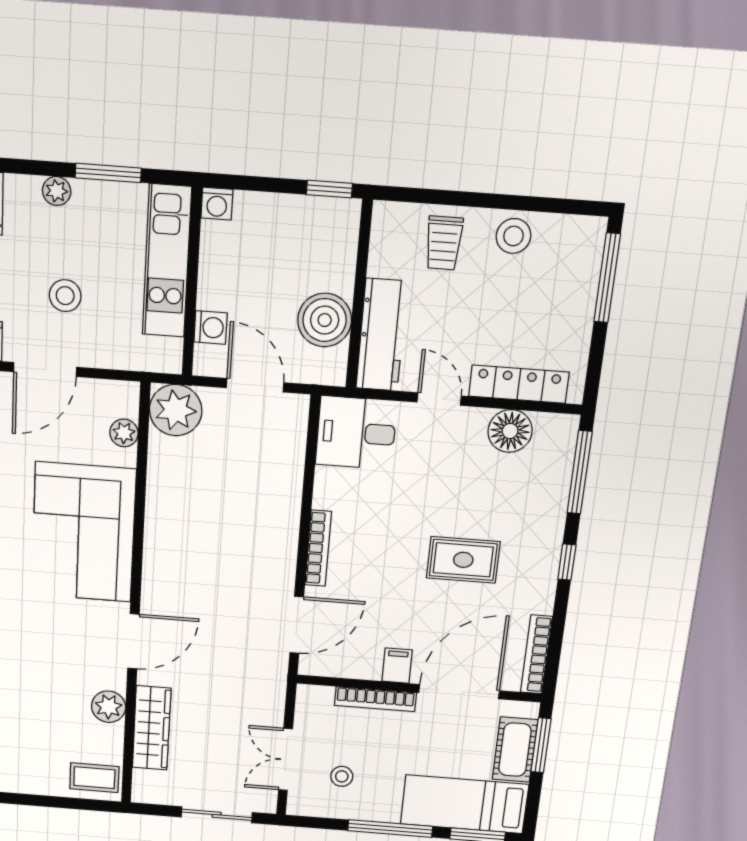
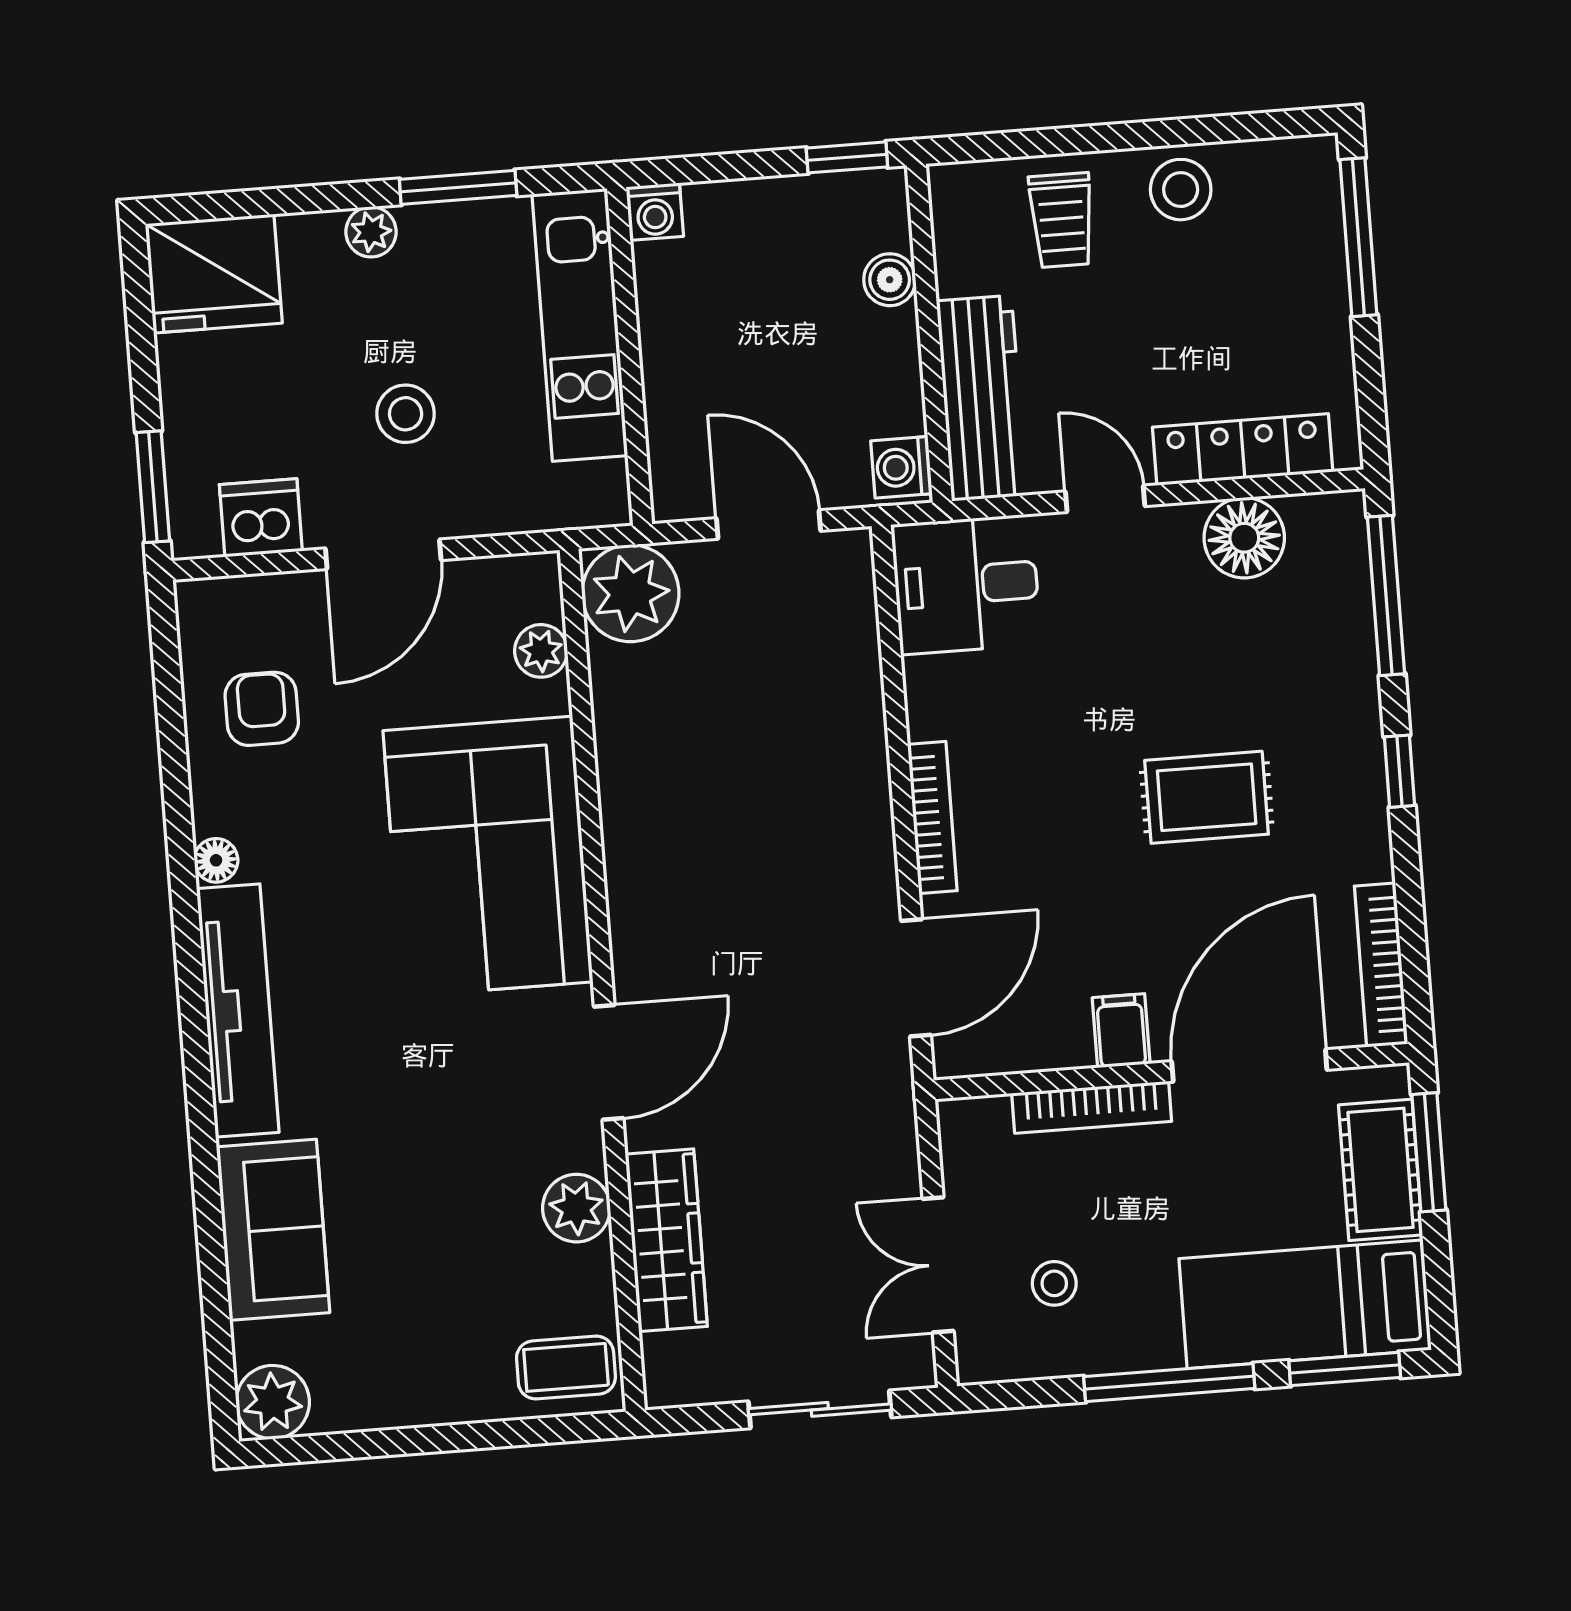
boiler: (325, 320) -> (890, 280), moved, width x0.54, depth x0.54
washing machine: (211, 327) -> (901, 467), moved, turned 180

